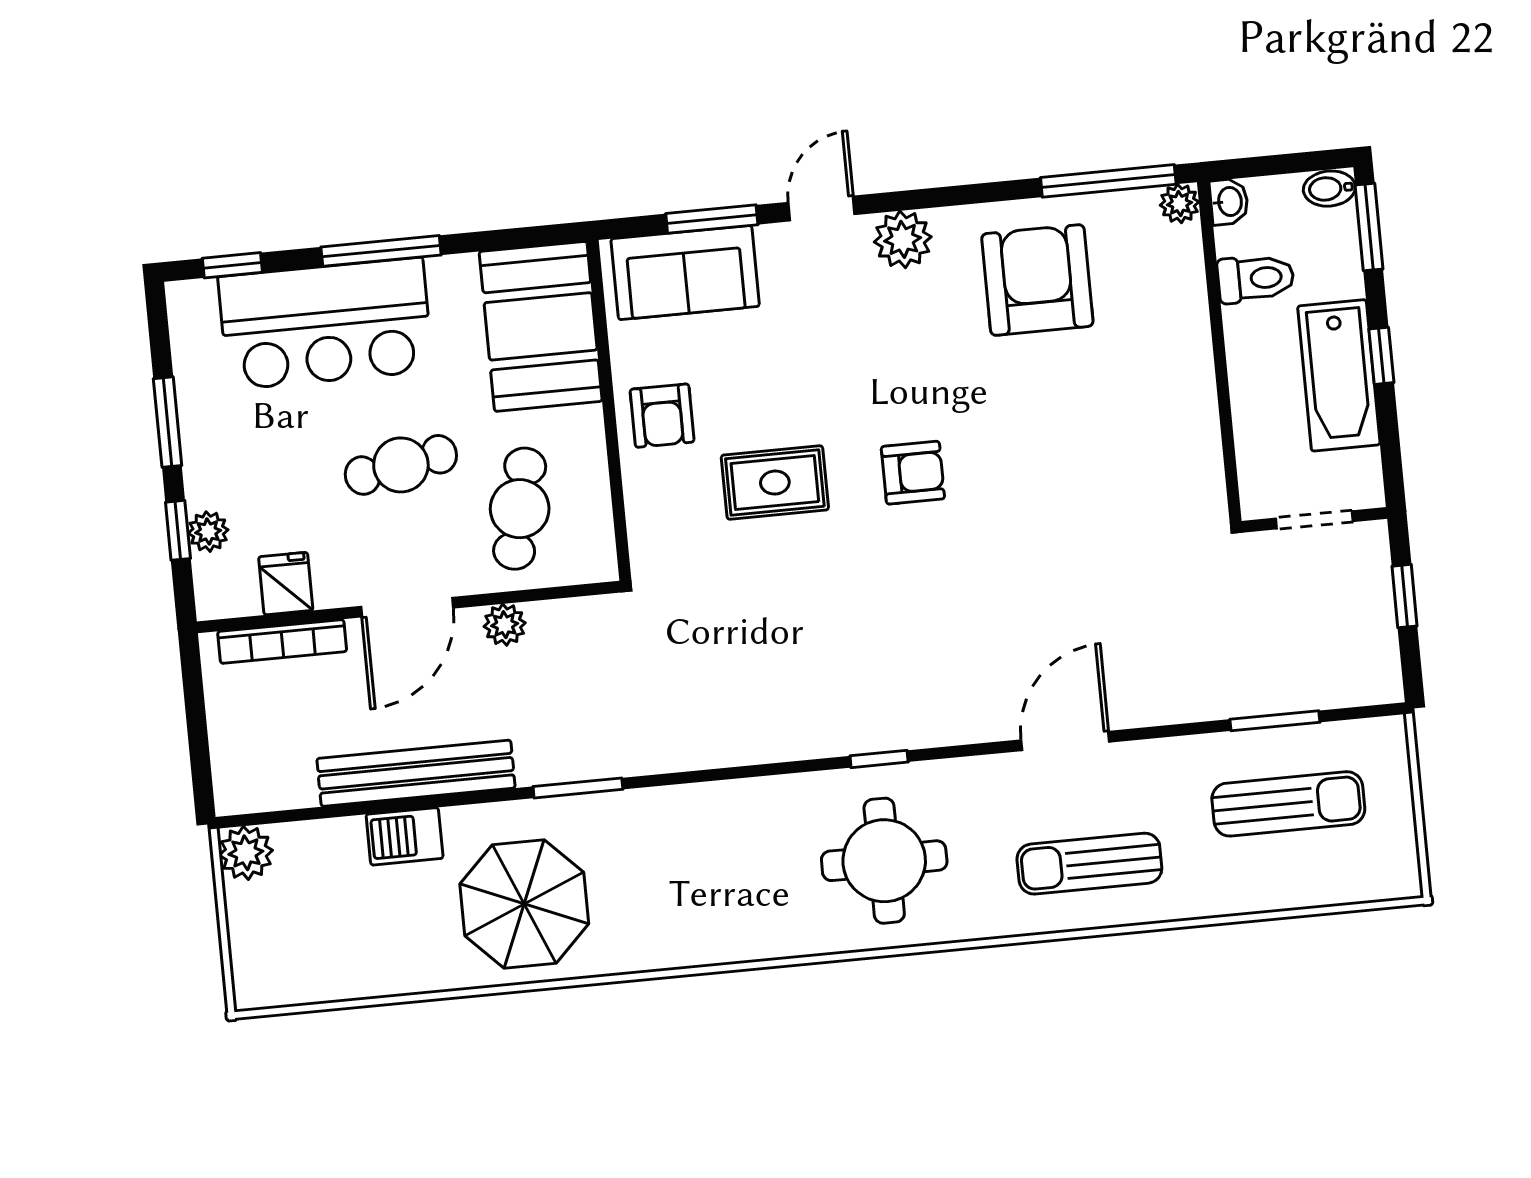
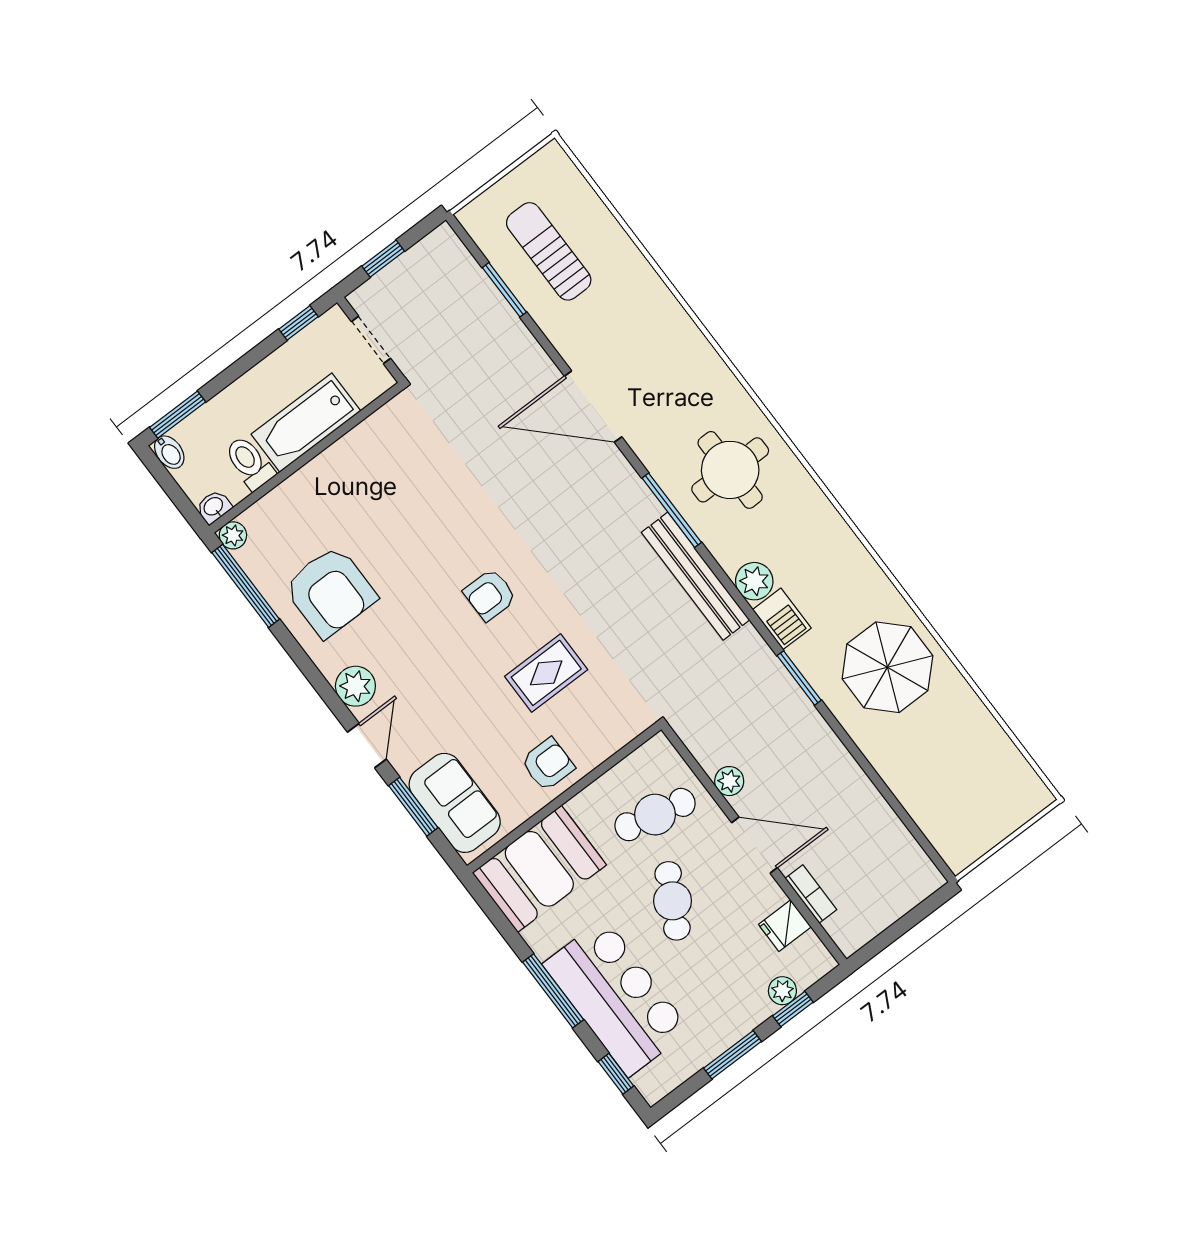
door: (821, 209) -> (367, 746), swing flipped
armchair: (1037, 280) -> (330, 592), turned -90
window: (1381, 356) -> (299, 323), moved
bathtub: (1339, 375) -> (306, 423), moved, turned 180
cafe table: (401, 465) -> (673, 901), turned 38
armchair: (913, 473) -> (490, 595), turned -90
rug: (775, 483) -> (546, 673), turned 90
bookcase: (282, 641) -> (811, 894), width x0.64
door: (1065, 741) -> (593, 407), width x1.36
window: (879, 759) -> (672, 510), width x2.17
bench: (416, 773) -> (695, 576), moved
barbecue: (405, 836) -> (782, 619), moved
plant: (246, 853) -> (754, 581), moved
sun lounger: (1089, 864) -> (657, 347), removed

